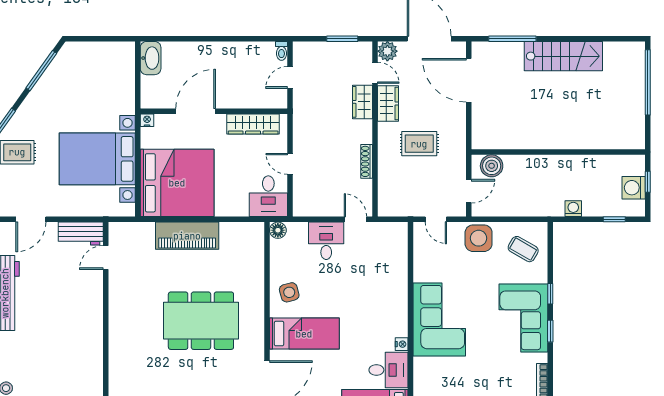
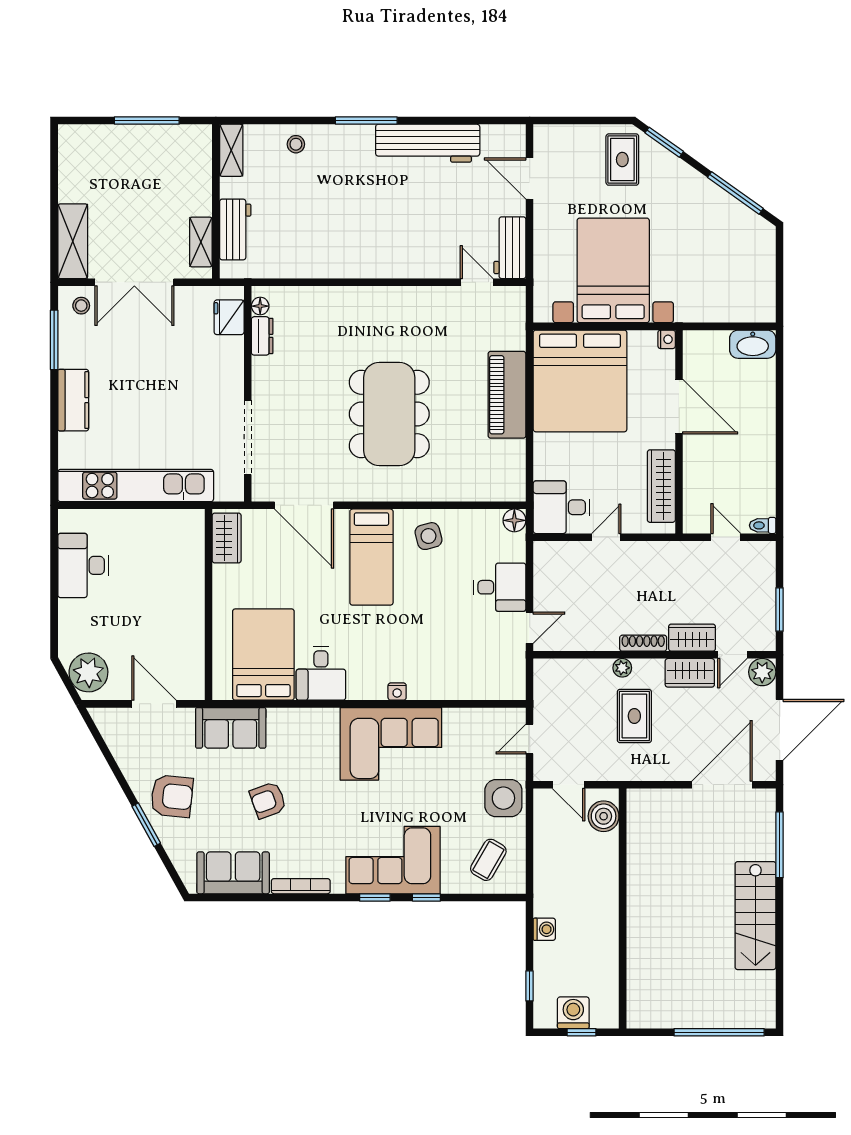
plant: (384, 152) -> (622, 668), added
shoe rack: (367, 161) -> (643, 643), moved
nightstand: (402, 344) -> (397, 692), moved

